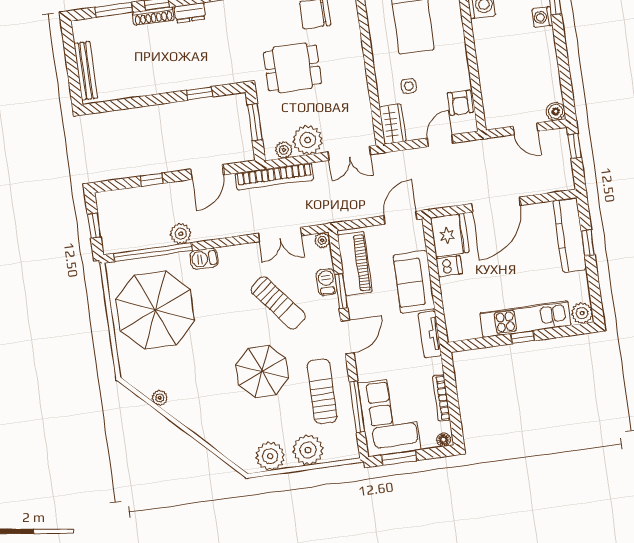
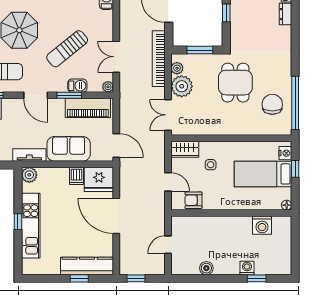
boiler: (556, 111) -> (206, 268), moved
window: (575, 146) -> (136, 278), moved
plant: (582, 313) -> (29, 175), moved

